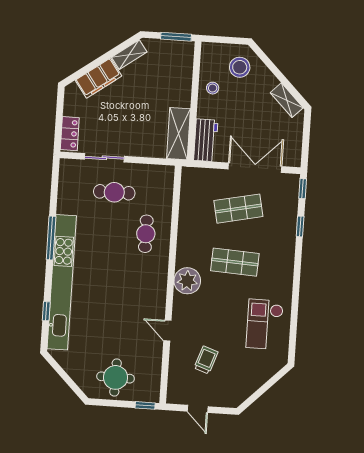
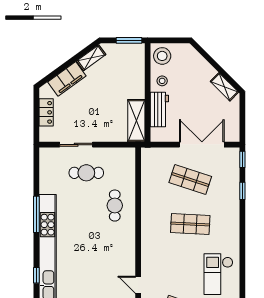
stool: (240, 67) -> (162, 56), moved
locker: (70, 134) -> (46, 112), moved
workbench: (206, 140) -> (159, 110), moved
shop shelf: (238, 209) -> (190, 179), turned 30
plant: (187, 281) -> (152, 242), removed

